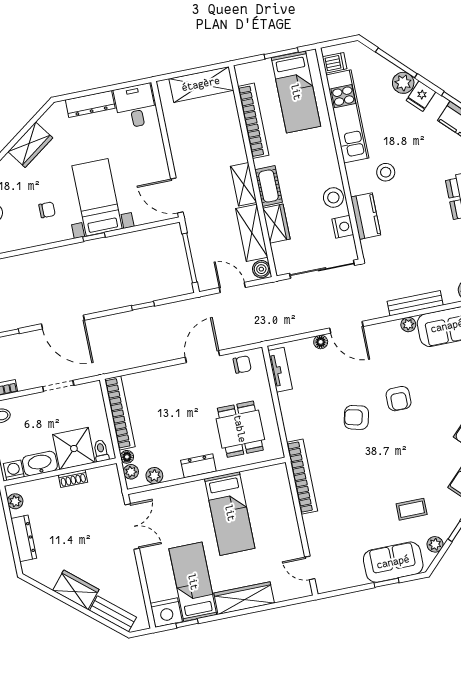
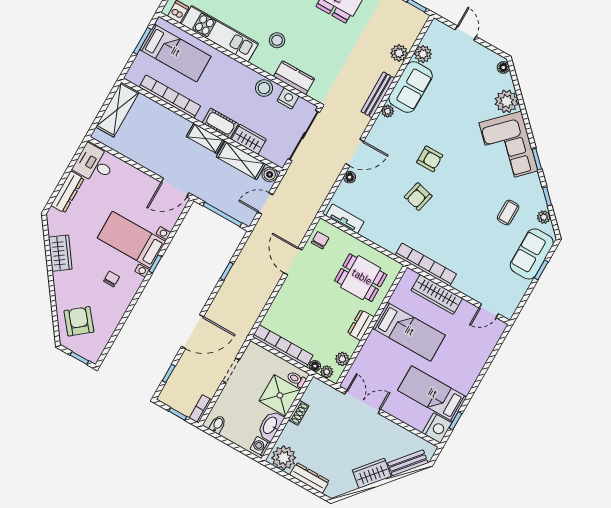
plant: (15, 501) -> (284, 458), width x1.87, depth x1.87
wardrobe: (244, 598) -> (437, 294), moved, turned -90

